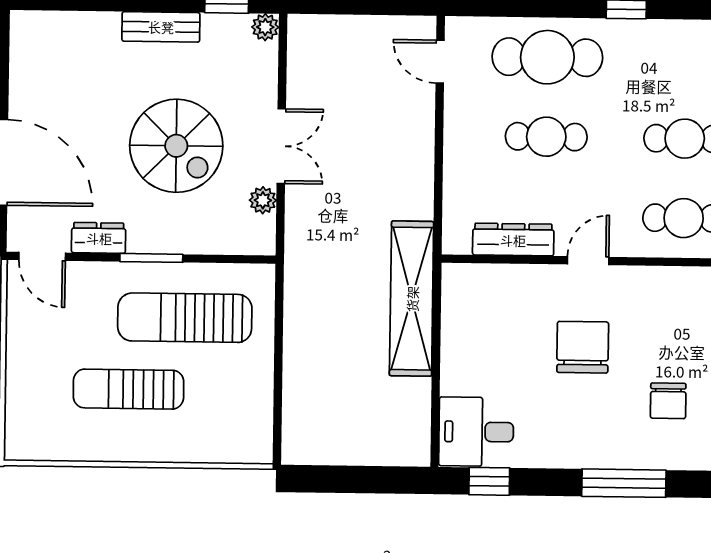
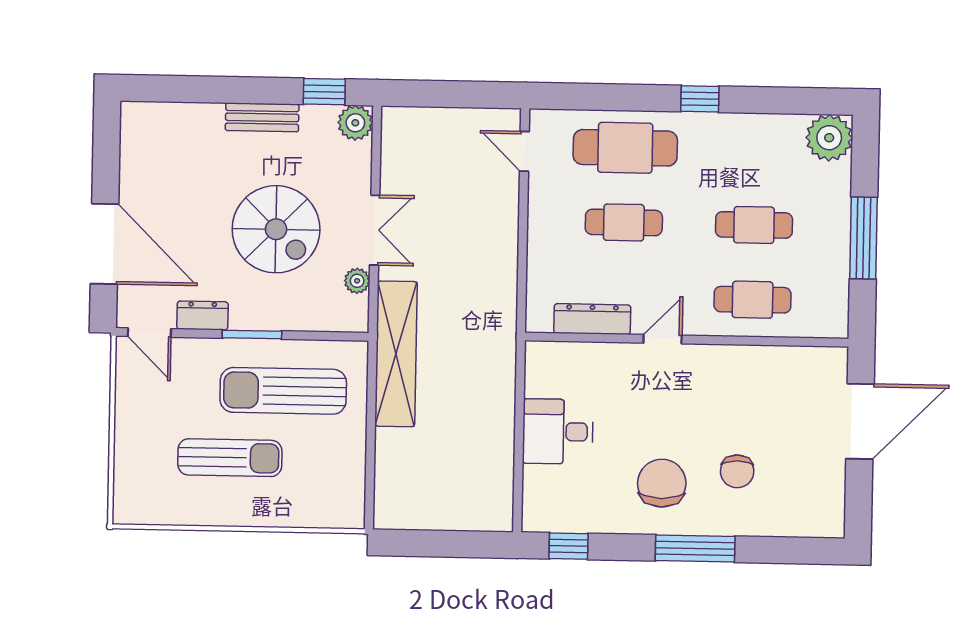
plant: (265, 27) -> (355, 123), width x1.38, depth x1.38
shelving: (412, 299) -> (396, 354), moved
chair: (583, 347) -> (662, 483), moved
sun lounger: (128, 389) -> (230, 458), turned 180
desk: (476, 432) -> (558, 432), moved

